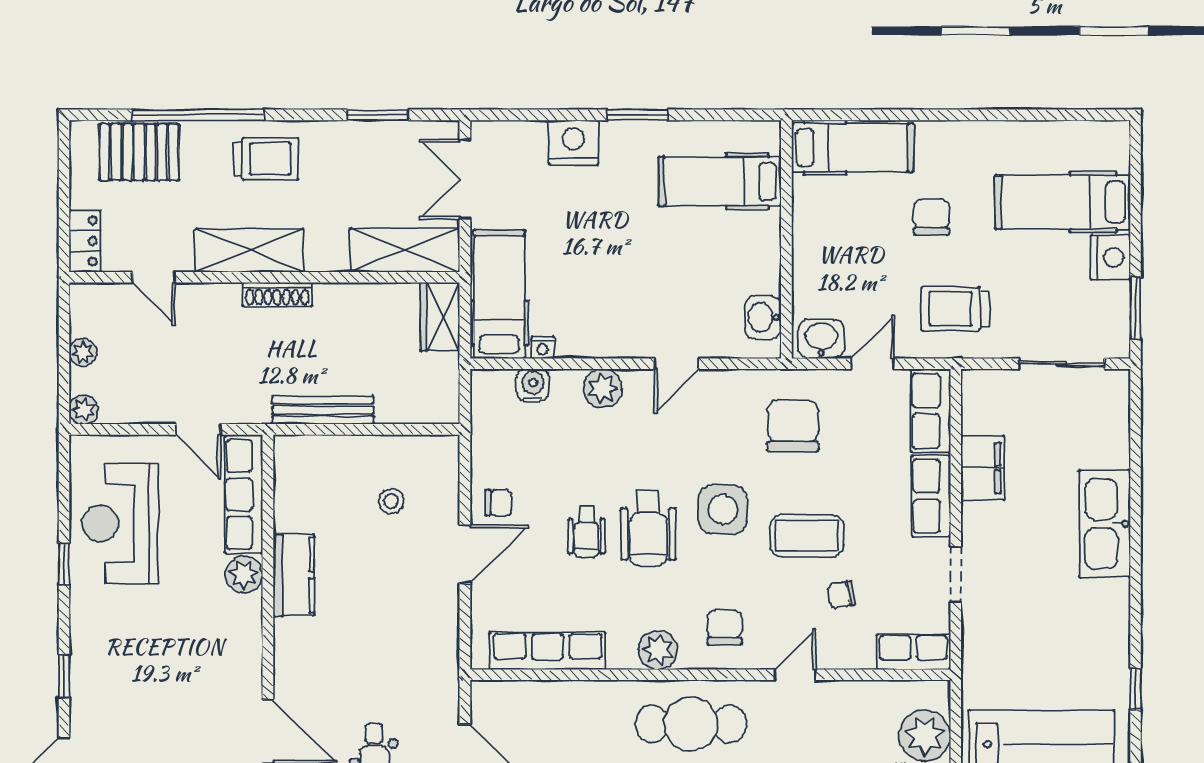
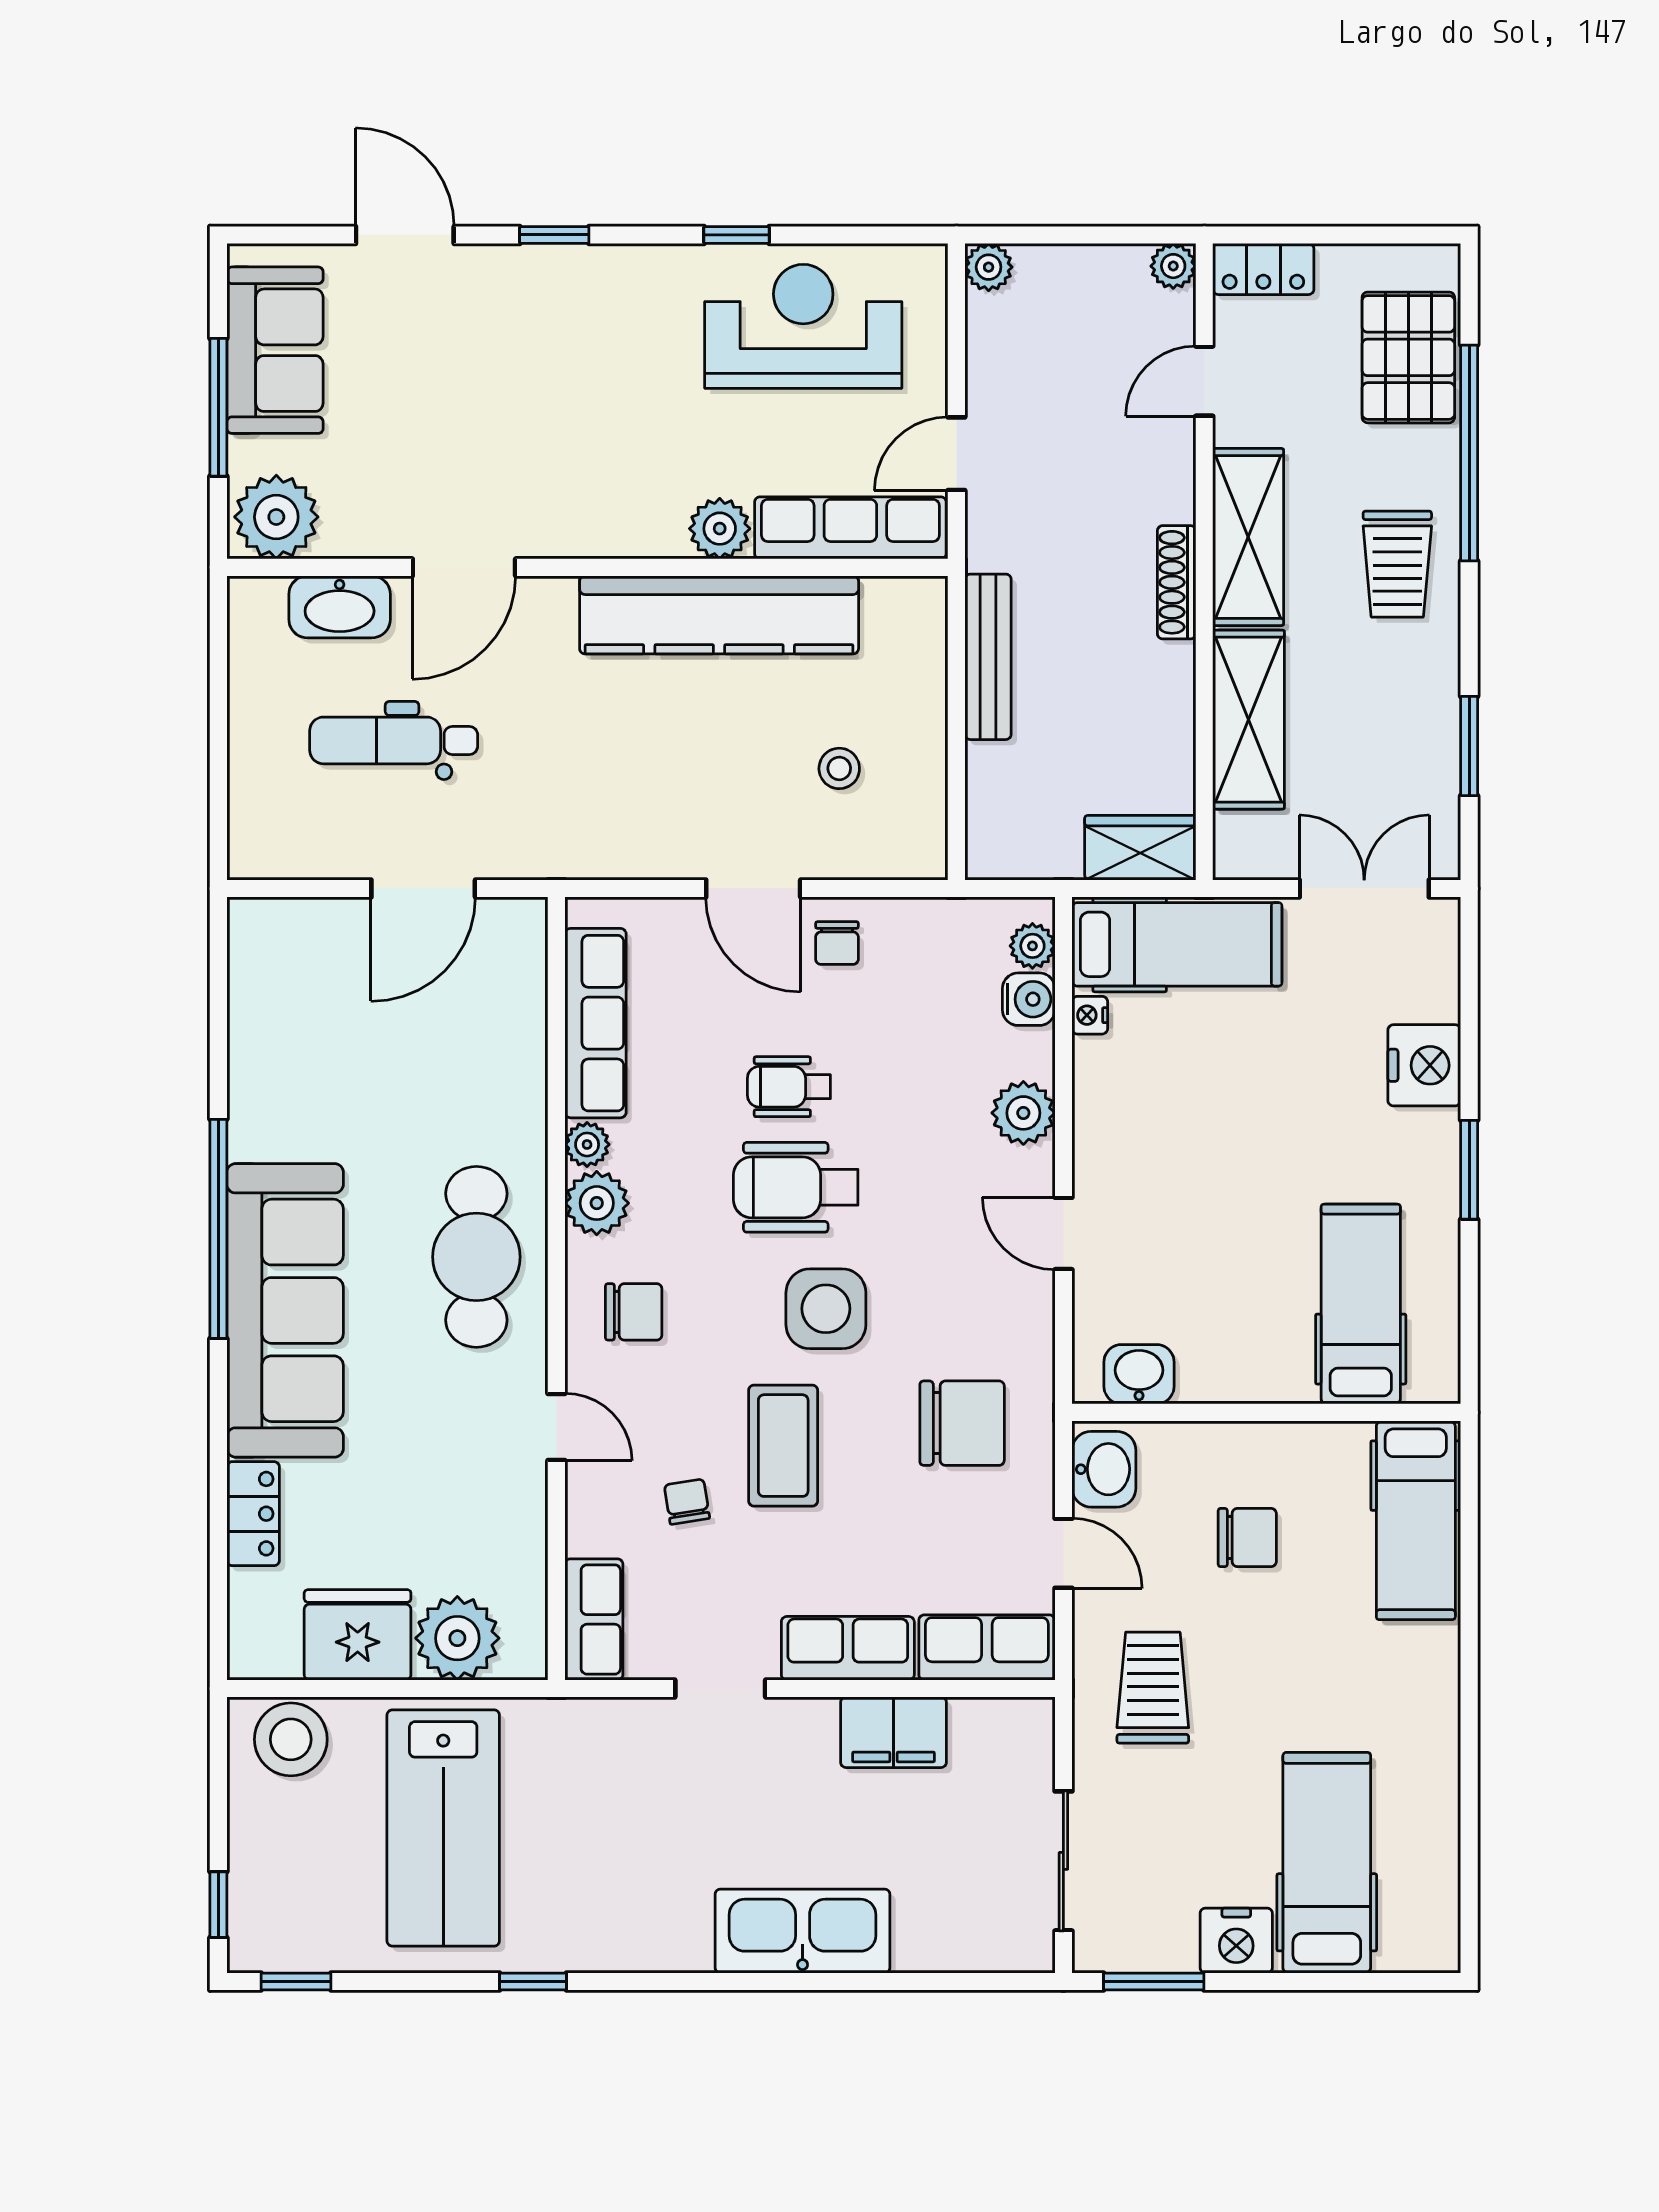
chair: (931, 217) -> (1247, 1537), moved
shelving: (405, 250) -> (1249, 720), moved
plant: (83, 353) -> (1173, 266), moved
plant: (500, 383) -> (1032, 946), added
kitchen counter: (294, 575) -> (719, 615), width x2.08, depth x1.17
plant: (622, 656) -> (587, 1144), added

